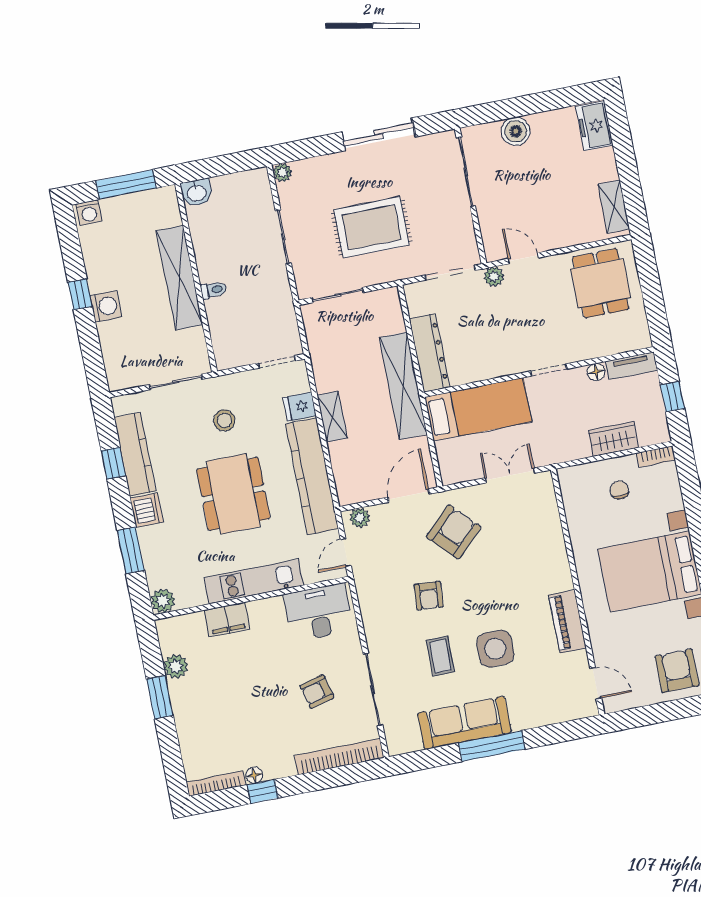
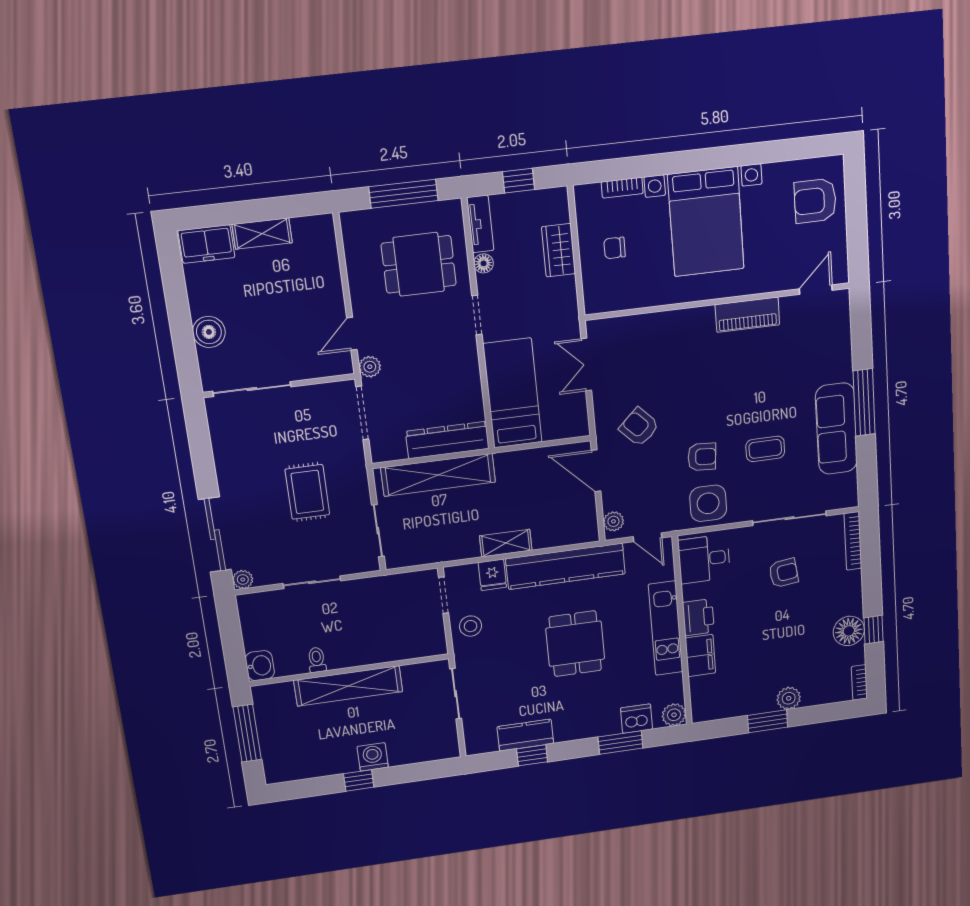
sliding door: (379, 134) -> (215, 535), moved
shelving: (614, 206) -> (262, 234), moved
washing machine: (89, 212) -> (275, 769), removed
rug: (372, 227) -> (307, 492), width x0.73, depth x0.70
dining table: (601, 283) -> (419, 264), moved
toilet: (214, 290) -> (317, 660), moved
window: (652, 295) -> (403, 194), added
shelving: (403, 386) -> (438, 475), moved
stool: (224, 420) -> (471, 626), moved
kitchen counter: (135, 454) -> (525, 735), width x0.67
bookcase: (656, 457) -> (622, 188), moved, turned 90
dining table: (233, 494) -> (575, 644), width x0.73
dishwasher: (147, 510) -> (637, 719), moved
armchair: (454, 532) -> (639, 427), width x0.72, depth x0.72
printer: (267, 612) -> (698, 617), added
desk: (319, 612) -> (704, 559), width x0.73
side table: (495, 649) -> (708, 503), moved
plant: (176, 666) -> (789, 698), moved
armchair: (317, 692) -> (784, 573), turned -82
bookcase: (339, 757) -> (853, 541), width x0.68, depth x0.76
floor lamp: (254, 775) -> (849, 631), width x1.89, depth x1.89
bookcase: (216, 784) -> (859, 682), width x0.64

